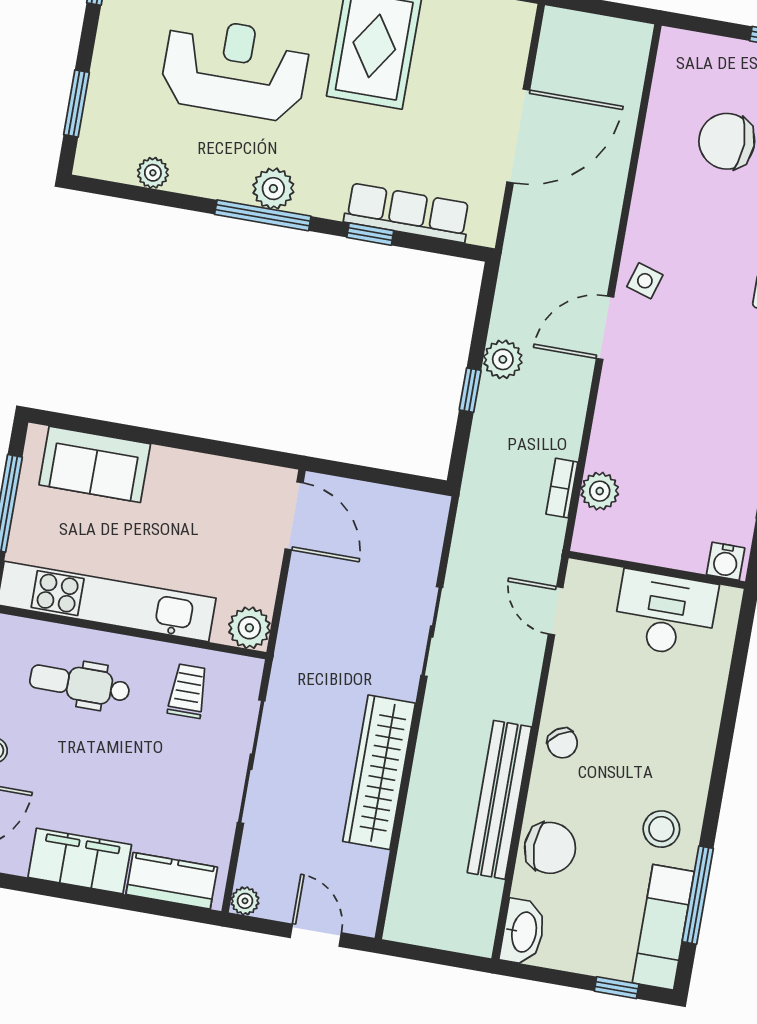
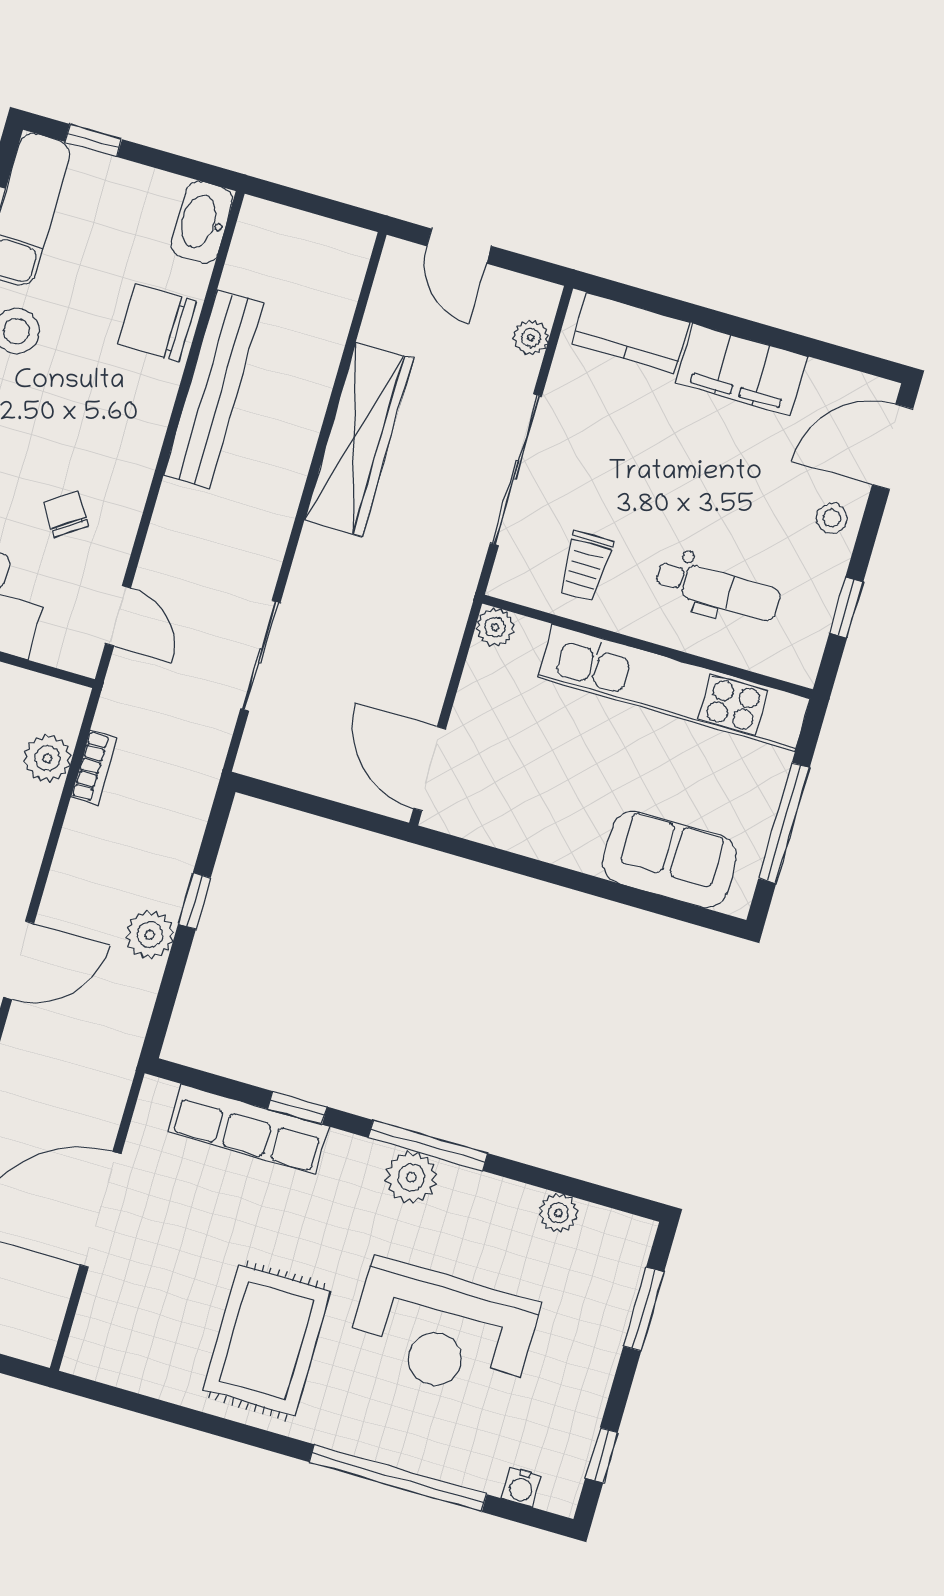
plant: (249, 628) -> (495, 627), width x0.73, depth x0.73
sliding door: (432, 631) -> (260, 656), moved
chair: (562, 743) -> (66, 514), moved
plant: (245, 901) -> (531, 338), moved

